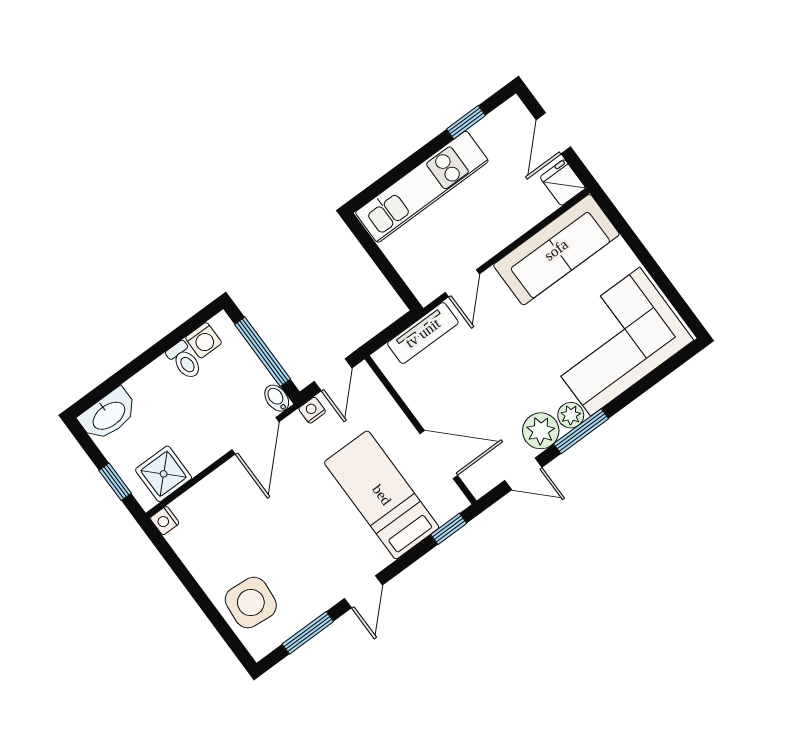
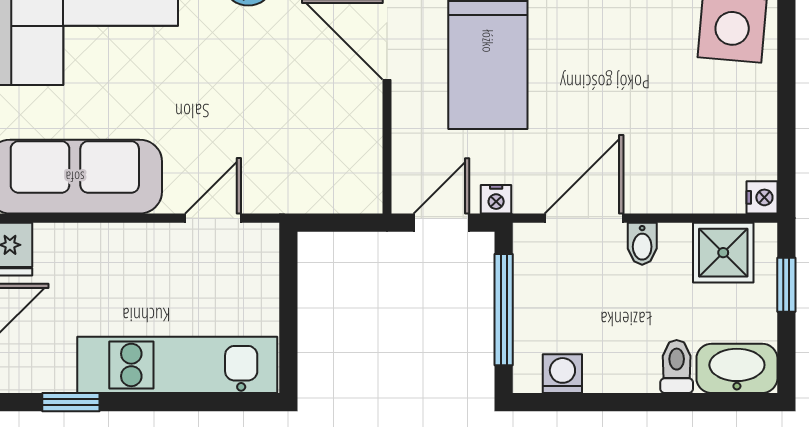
tv unit: (423, 333) -> (301, 194), removed
toilet: (184, 360) -> (677, 366), moved
bidet: (277, 398) -> (642, 244), moved

